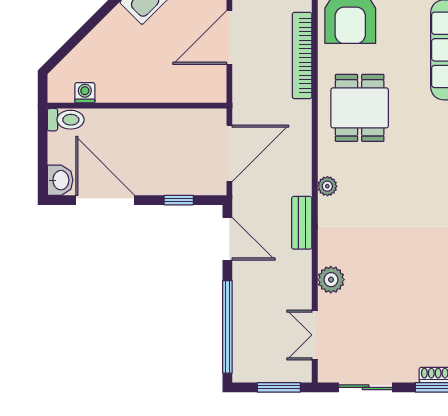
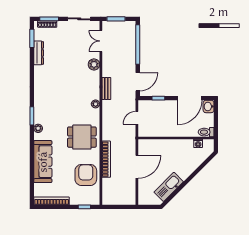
dining table: (360, 108) -> (82, 137), turned 90
door: (229, 153) -> (137, 118), width x0.53
door: (105, 200) -> (189, 98), hinge flipped
door: (227, 239) -> (138, 82), swing flipped
double door: (315, 335) -> (101, 41), swing flipped

